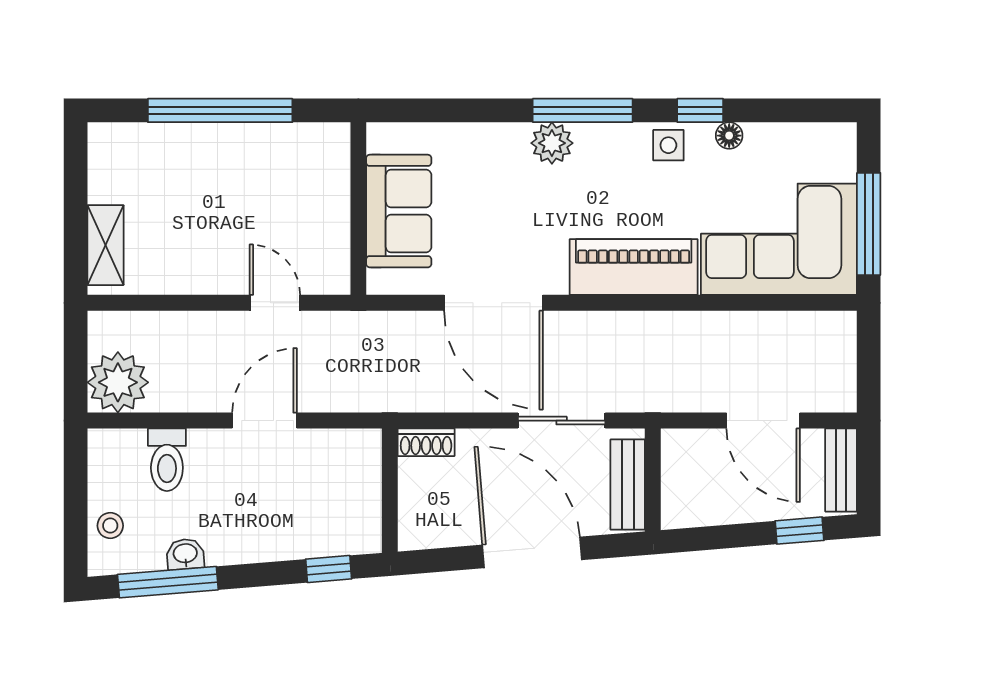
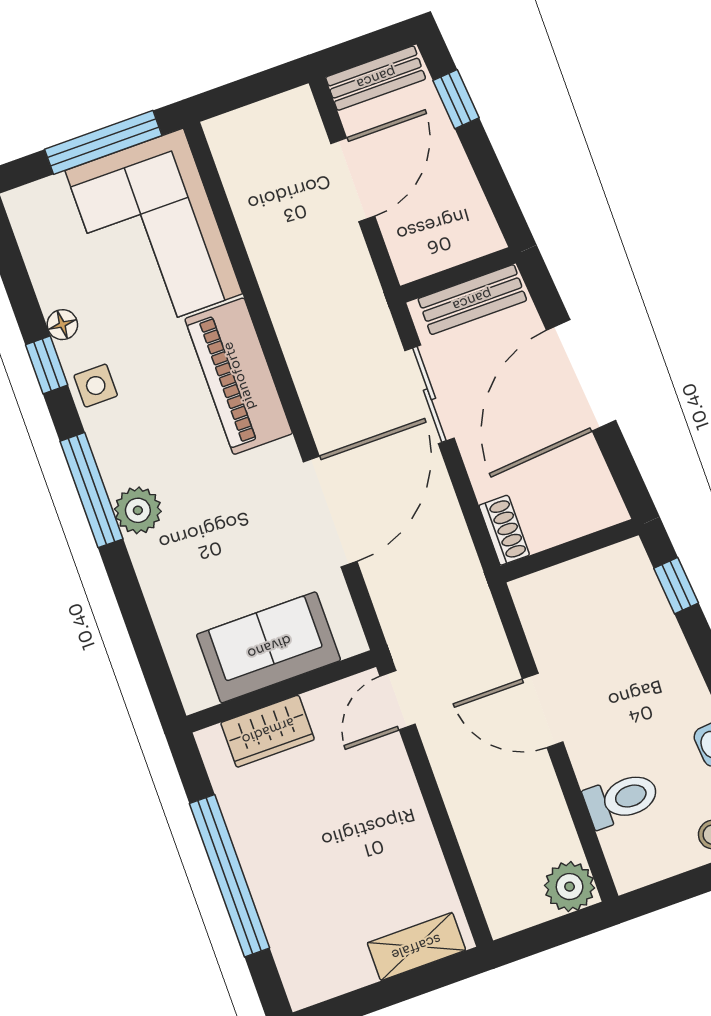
wardrobe: (329, 185) -> (268, 731), added
door: (275, 303) -> (398, 700), moved
plant: (118, 382) -> (570, 887), width x0.73, depth x0.73

